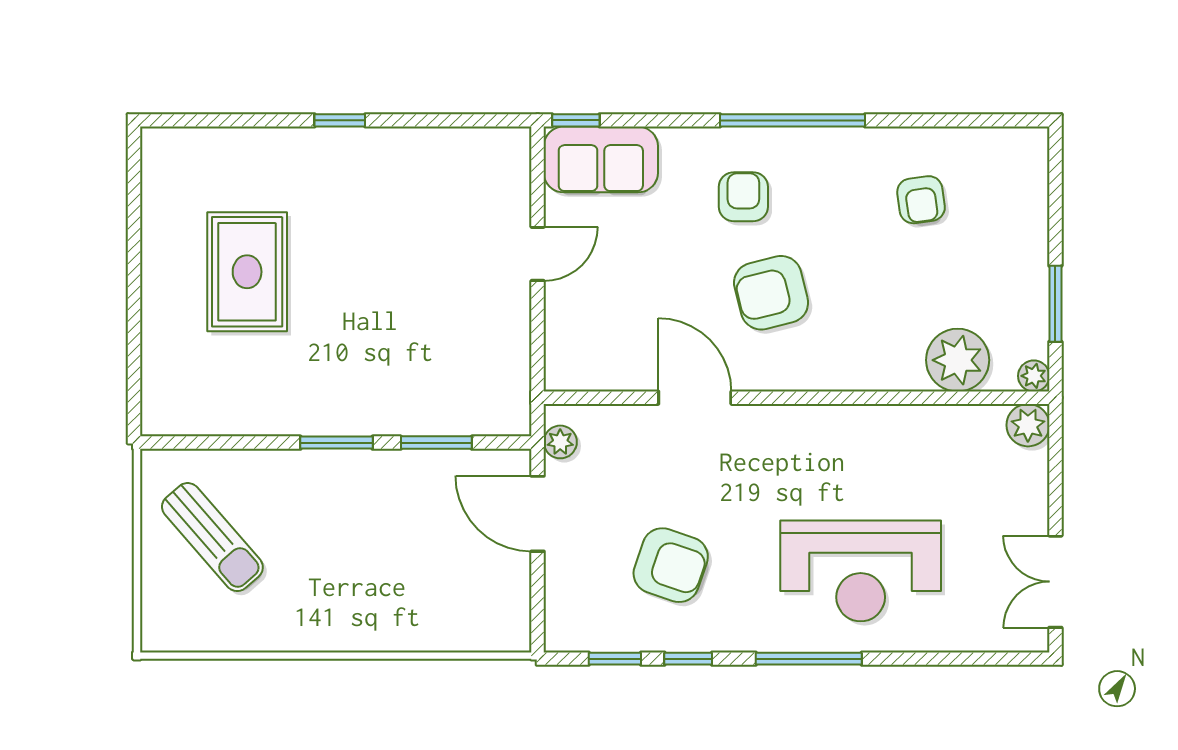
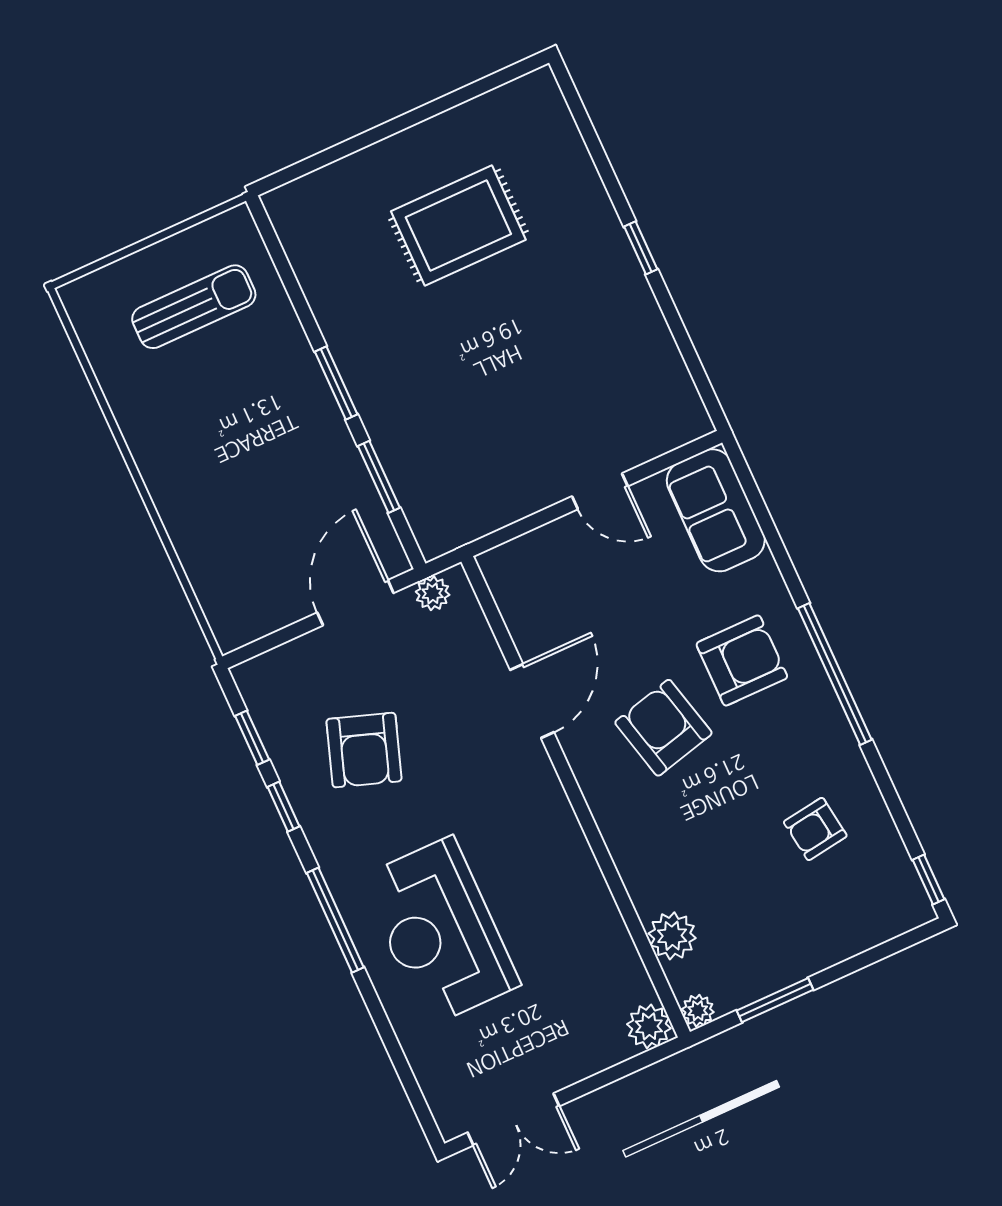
window: (576, 120) -> (928, 880), moved
armchair: (743, 197) -> (742, 660), width x1.38, depth x1.38
plant: (958, 360) -> (672, 936), width x0.73, depth x0.73
sun lounger: (212, 537) -> (194, 307), turned -139
double door: (1055, 582) -> (513, 1119), swing flipped

